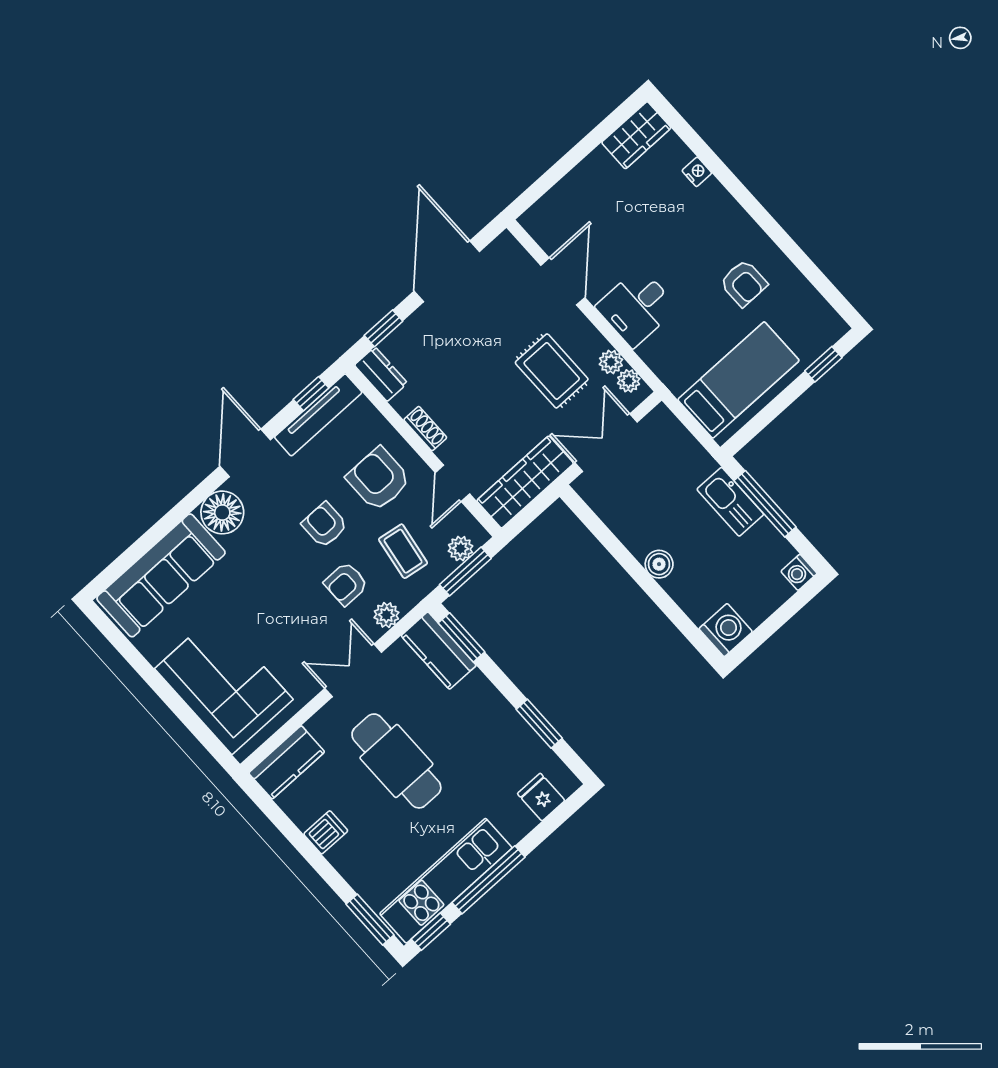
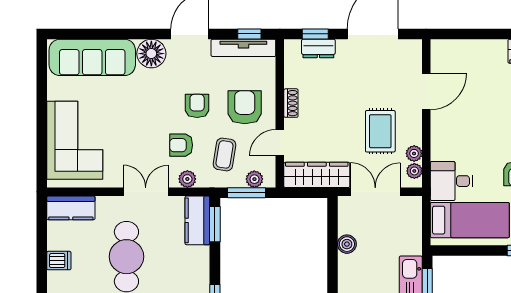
desk: (637, 307) -> (452, 181), moved
dresser: (381, 374) -> (318, 49), moved, turned 90
boiler: (659, 564) -> (347, 244), moved

